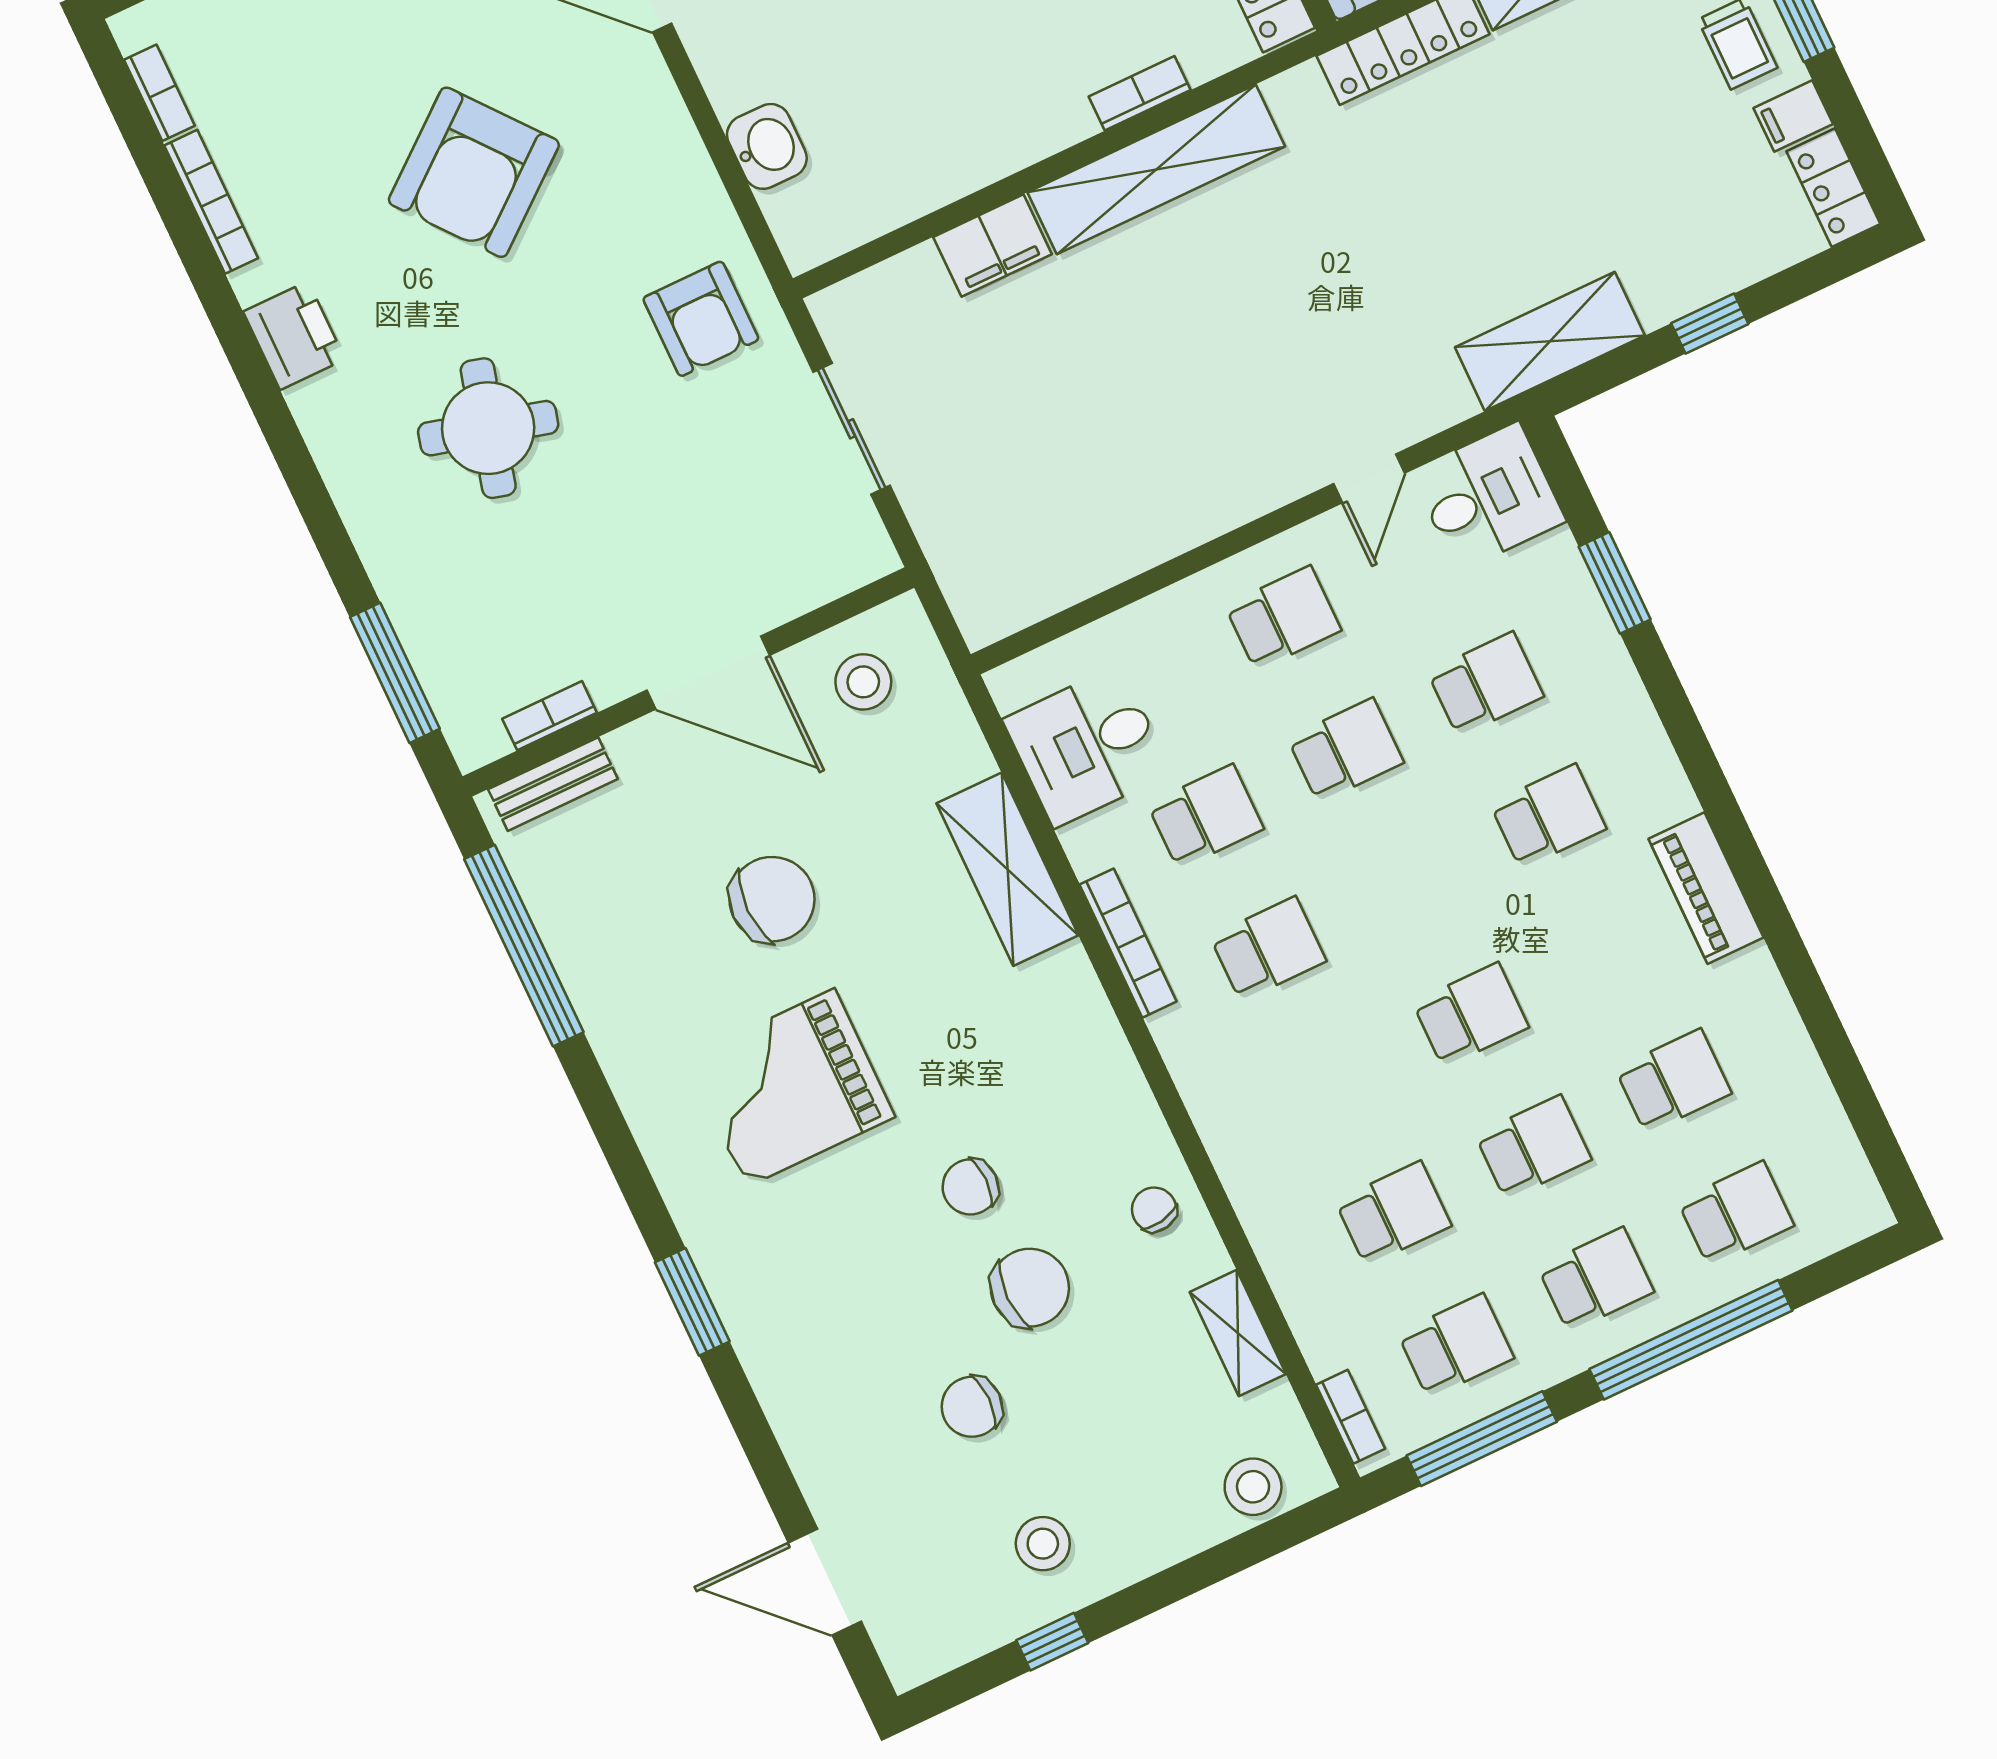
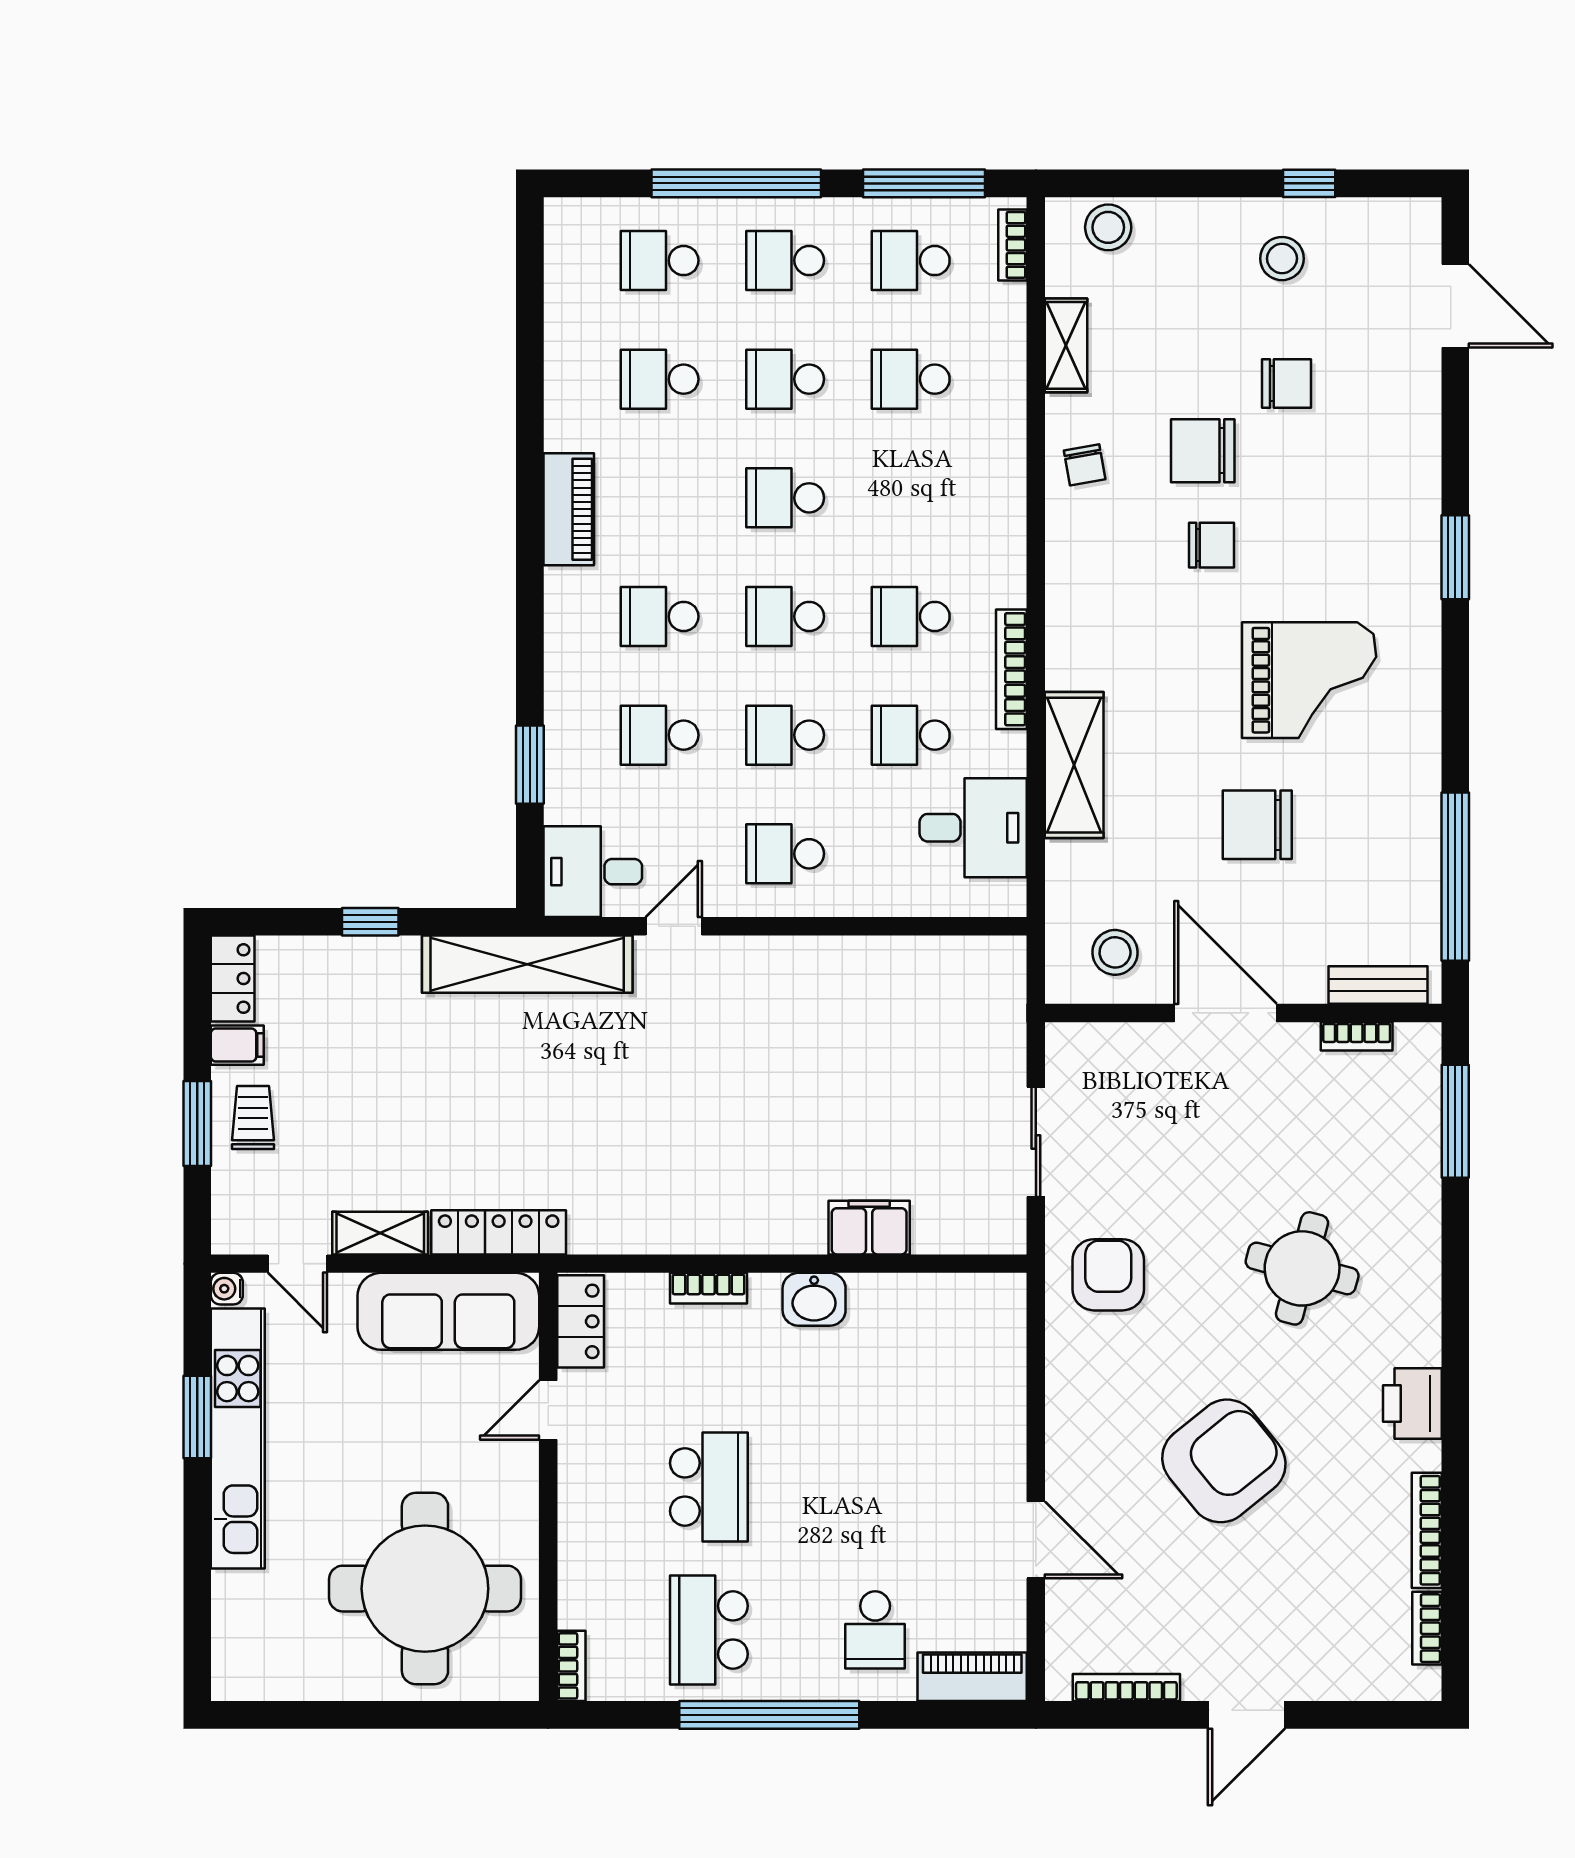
washbasin: (767, 146) -> (814, 1299), moved, turned -90
shelving: (1156, 169) -> (723, 1227), removed
shelving: (1550, 341) -> (527, 964), width x1.47
school desk: (1408, 883) -> (785, 616), added

